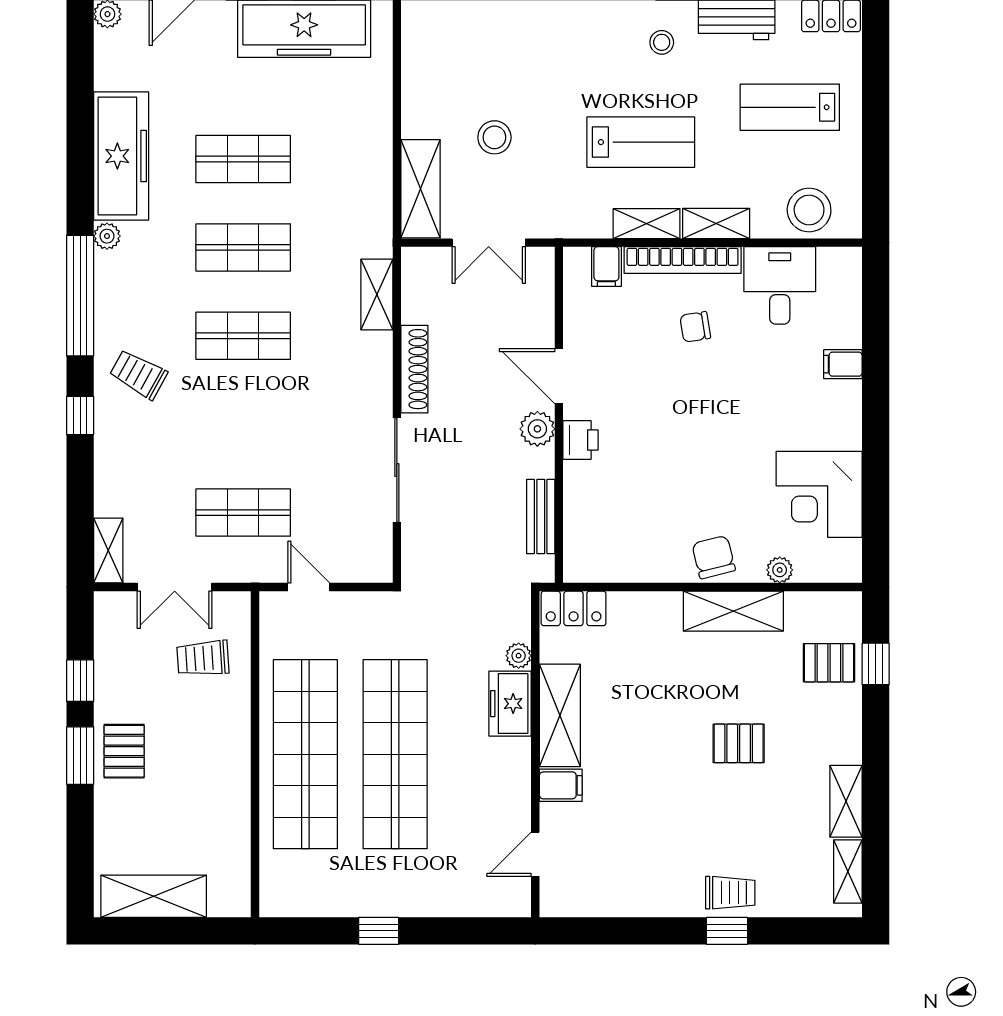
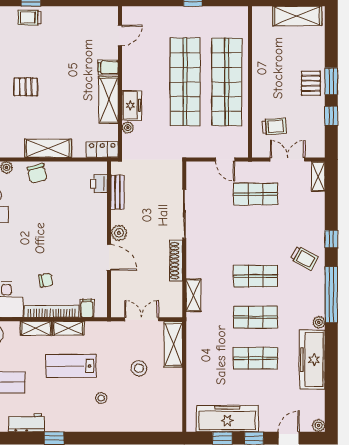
stool: (662, 42) -> (101, 398), moved
printer: (580, 440) -> (99, 184), moved
shelving: (733, 611) -> (48, 148), moved

